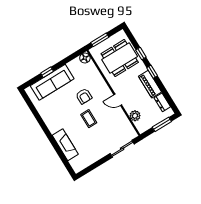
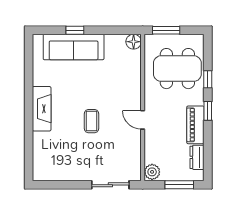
armchair: (84, 96) -> (103, 89), removed
plant: (135, 116) -> (152, 172), moved
fireplace: (65, 145) -> (42, 109), moved

